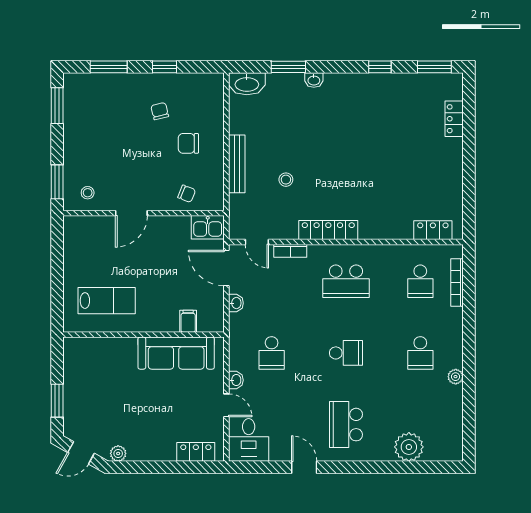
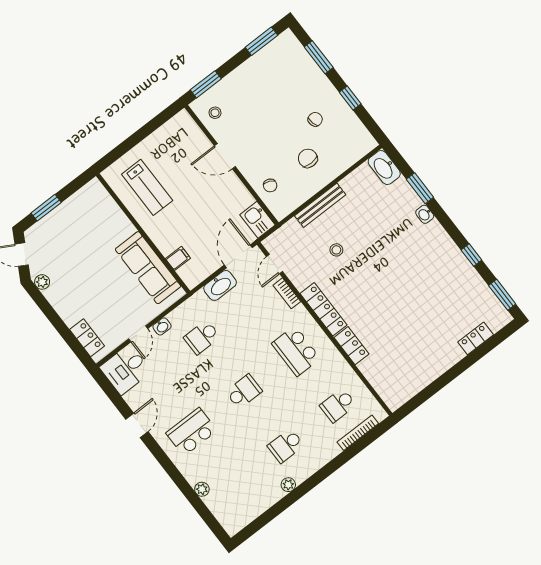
locker: (433, 230) -> (351, 346), moved
washbasin: (236, 303) -> (220, 285), width x1.91, depth x1.45
school desk: (346, 353) -> (244, 391), turned -90
plant: (409, 447) -> (202, 489), width x0.53, depth x0.53

